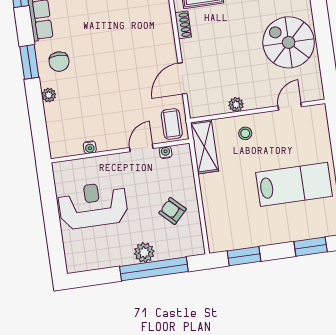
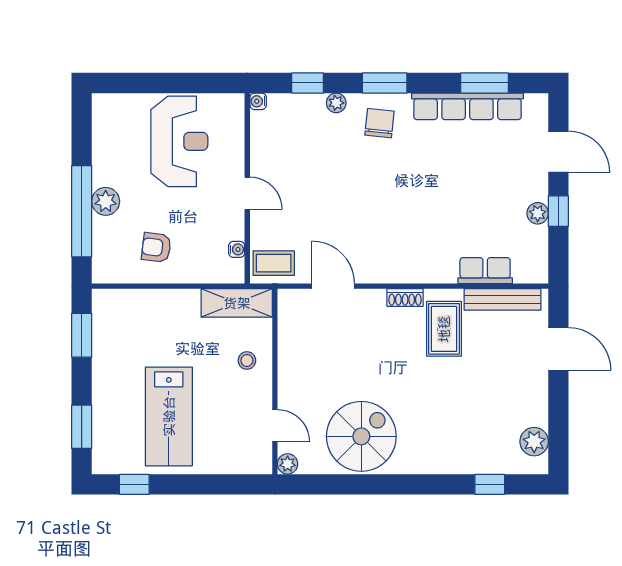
chair: (59, 62) -> (379, 123), turned 96
plant: (236, 105) -> (288, 464), moved
window: (37, 118) -> (308, 83), added
water cooler: (90, 147) -> (258, 101), moved
door: (141, 148) -> (247, 193), moved
armchair: (172, 211) -> (156, 247), turned -127

